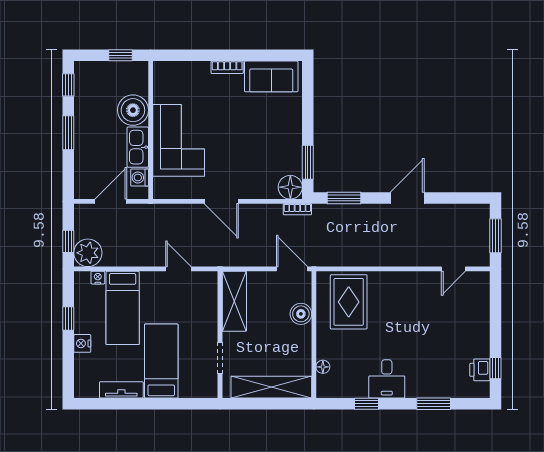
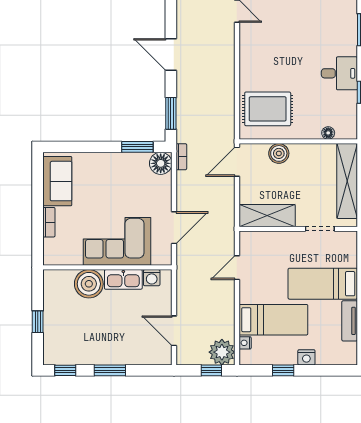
boiler: (133, 110) -> (89, 284), moved
wall: (151, 130) -> (107, 267), moved
corner sofa: (179, 140) -> (117, 241), moved
kitchen sink: (138, 147) -> (123, 279), moved
washing machine: (140, 177) -> (152, 278), moved

